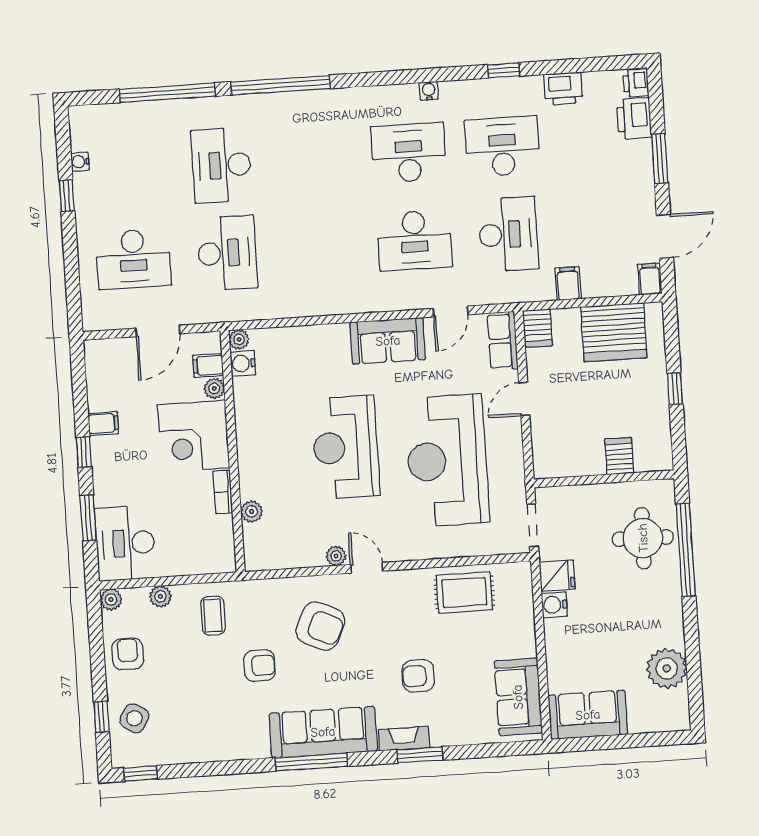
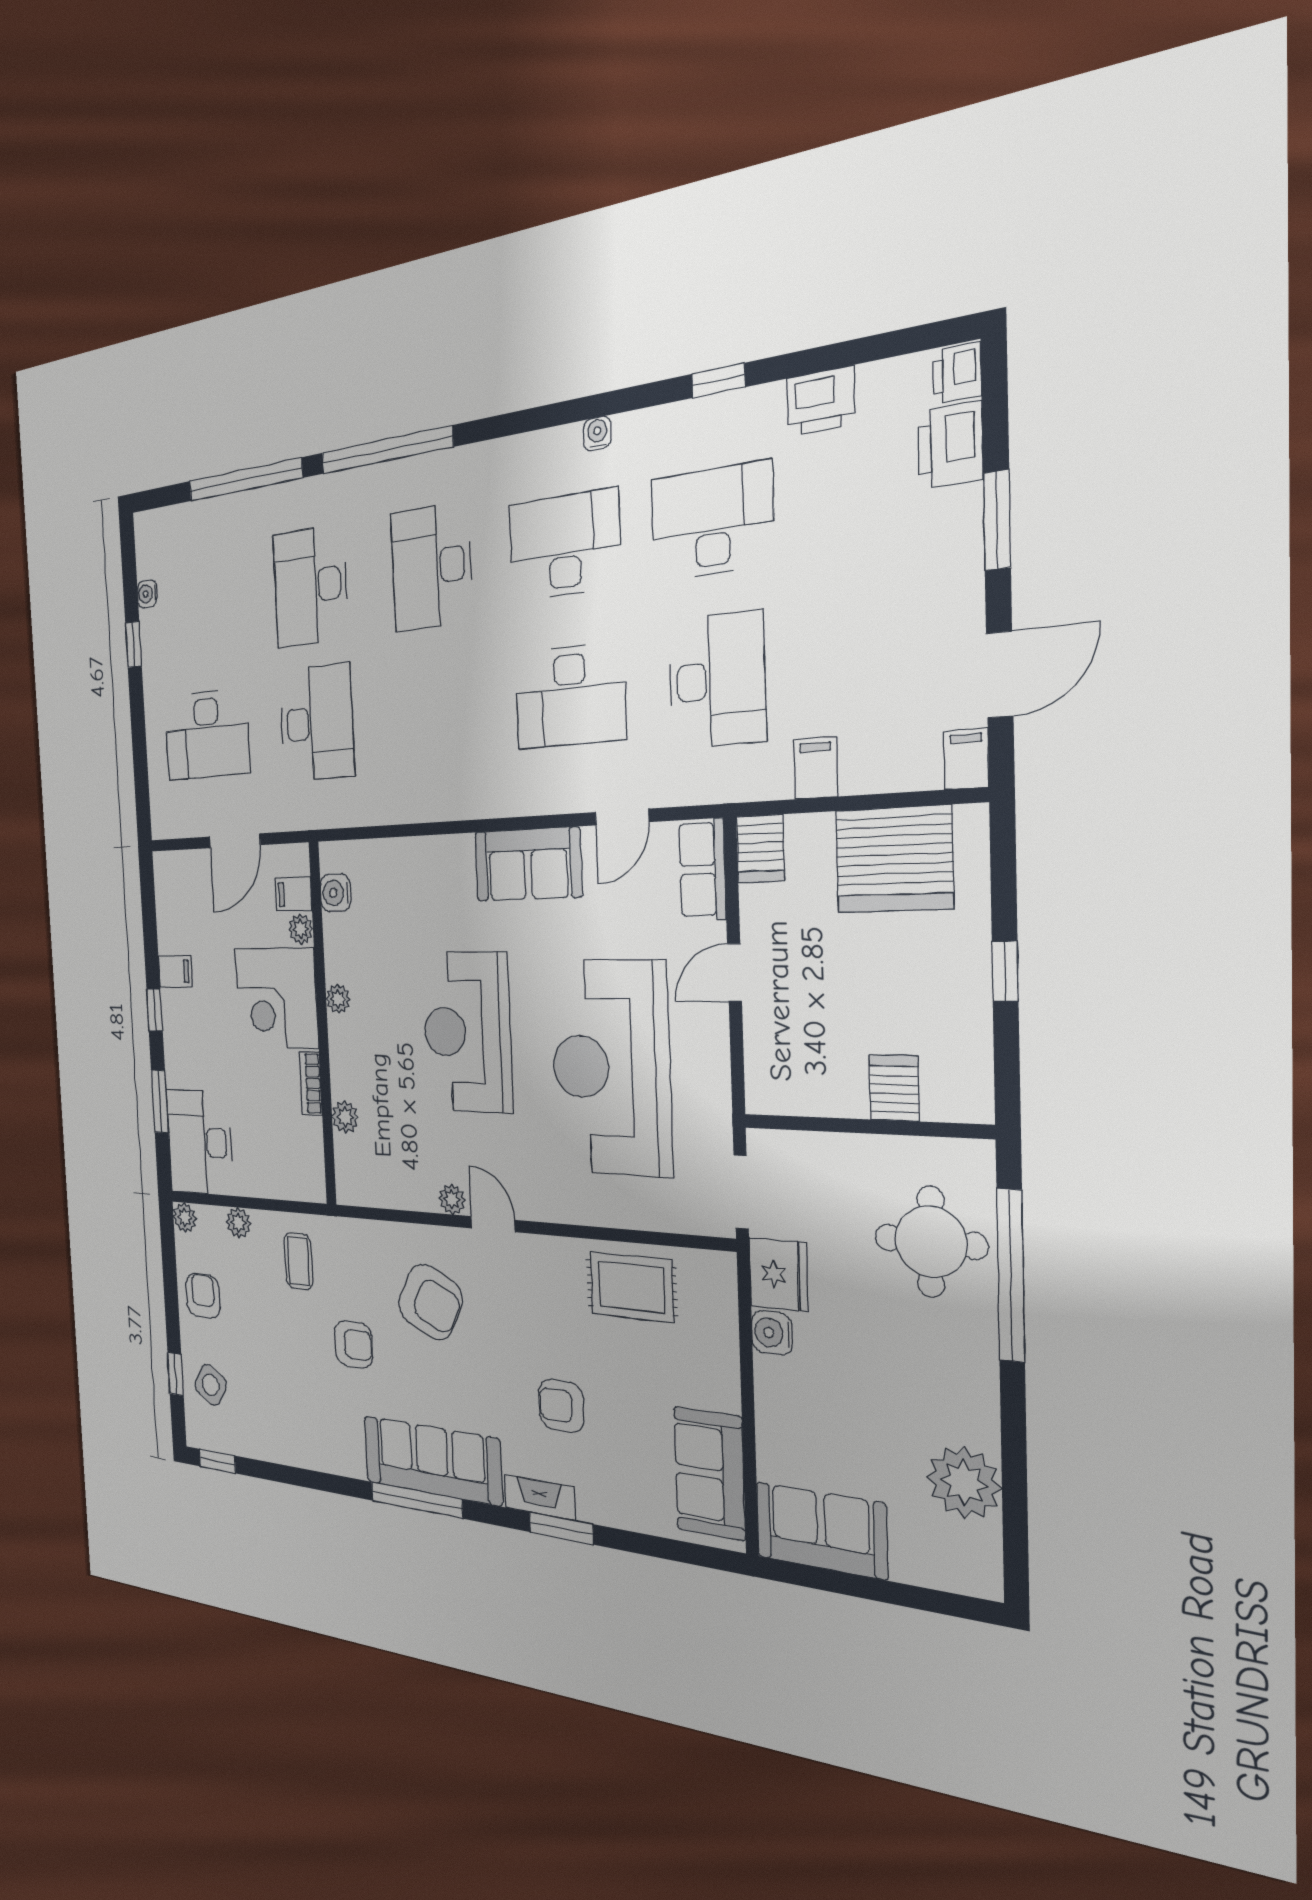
desk: (315, 159) -> (431, 567), added
plant: (239, 339) -> (338, 999), moved
fridge: (557, 576) -> (778, 1274), width x1.38

